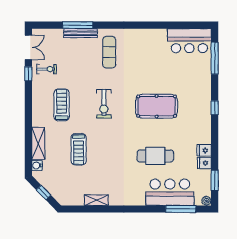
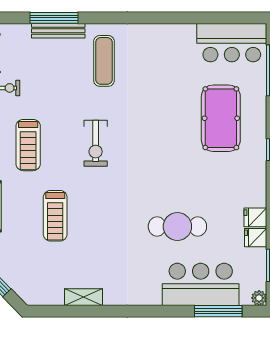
treadmill: (62, 105) -> (28, 145), turned 180
pool table: (157, 106) -> (221, 118), moved, turned 90

